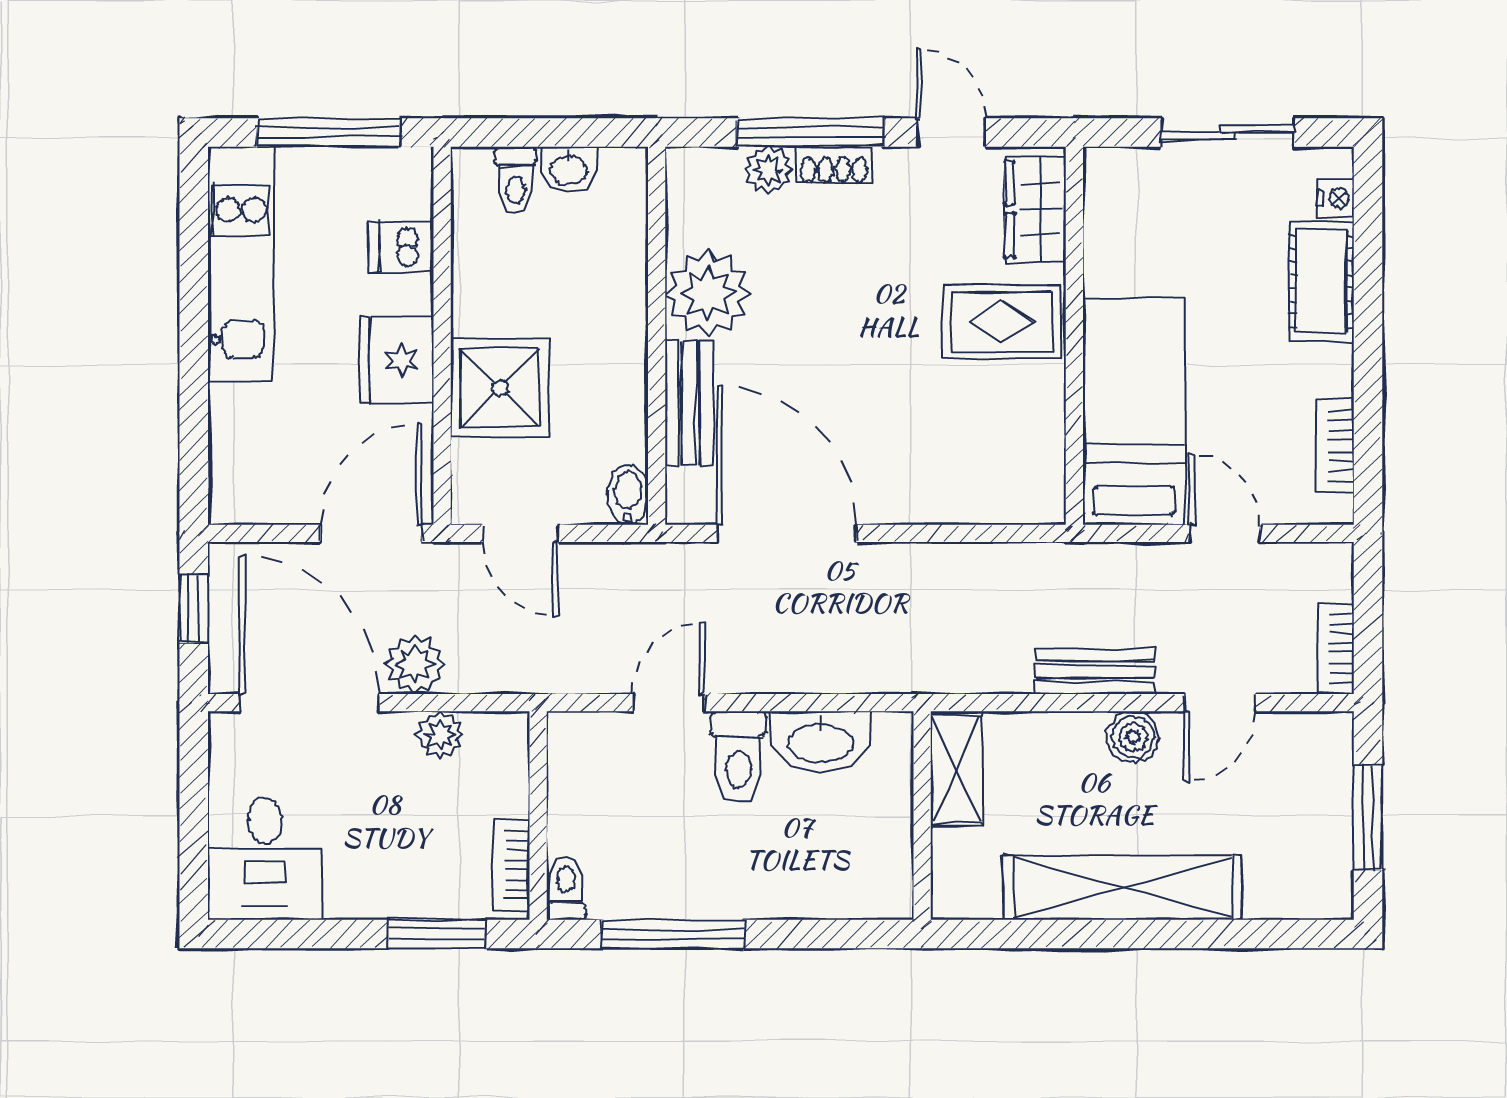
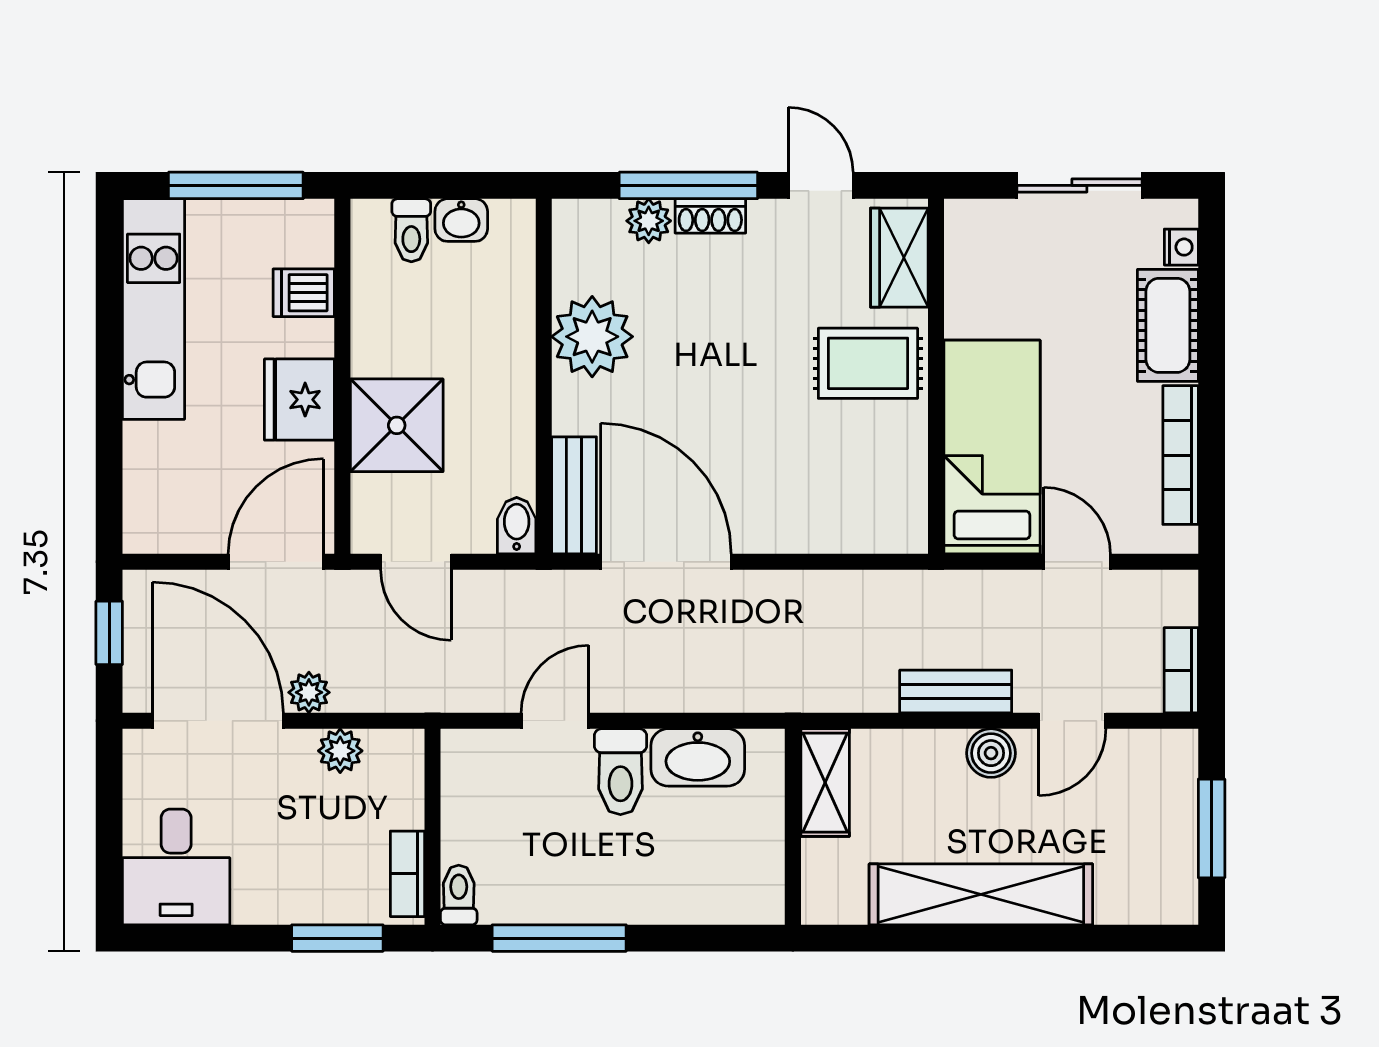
bench: (689, 403) -> (574, 495), moved
bookcase: (1335, 446) -> (1181, 455), width x1.56
plant: (415, 664) -> (309, 692), width x0.73, depth x0.73

